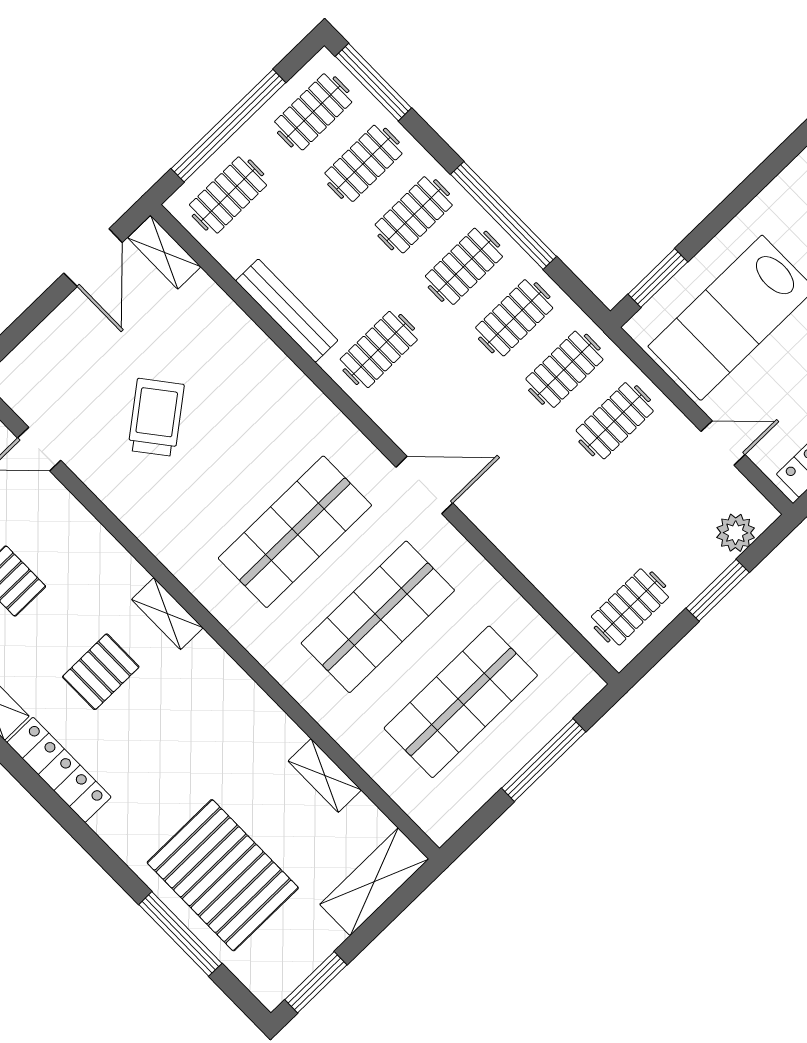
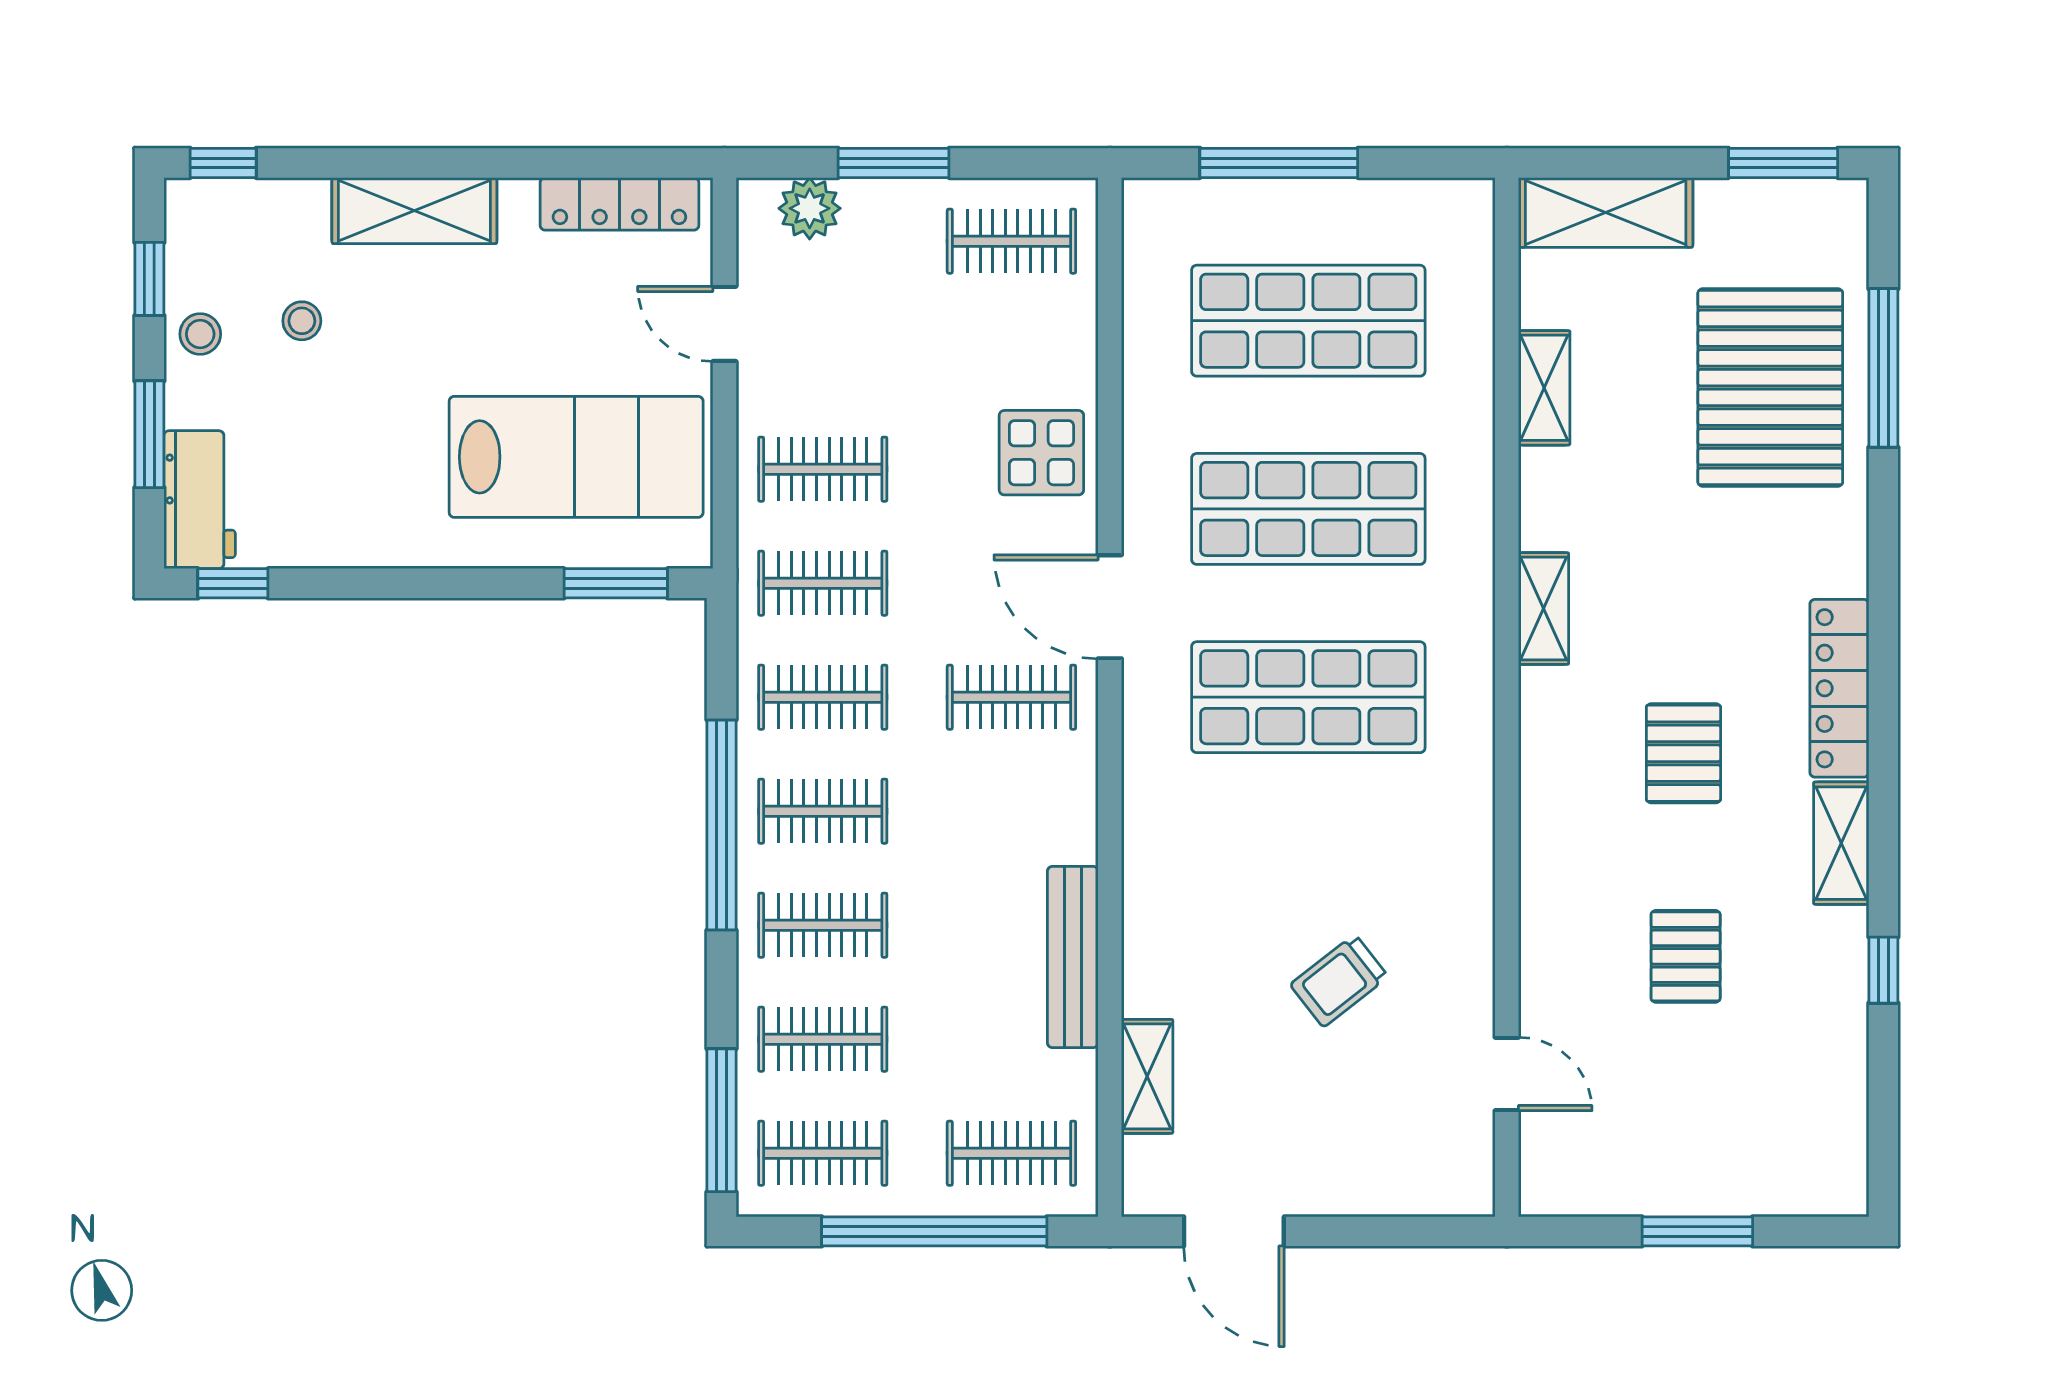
shelving: (164, 252) -> (1147, 1076), moved
door: (93, 258) -> (1234, 1231), swing flipped
clothes rail: (379, 349) -> (1011, 697), moved
trolley: (156, 417) -> (1339, 981), width x0.73, depth x0.72
display table: (523, 525) -> (1041, 453), added
shelving: (167, 614) -> (1544, 609), moved
pallet: (101, 672) -> (1683, 753), turned 90

